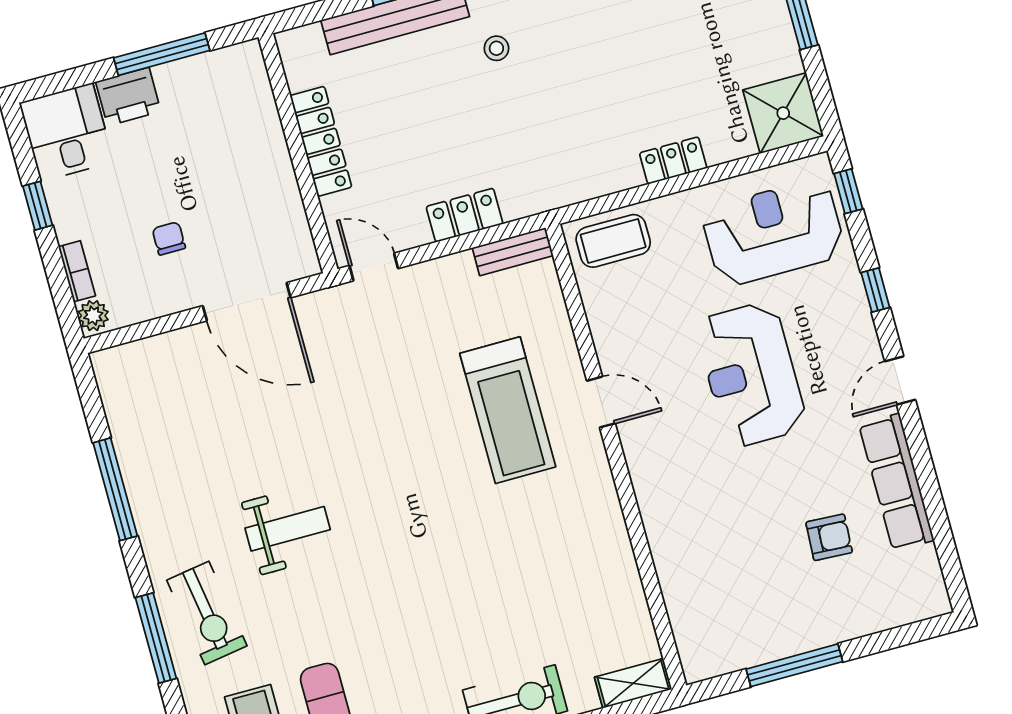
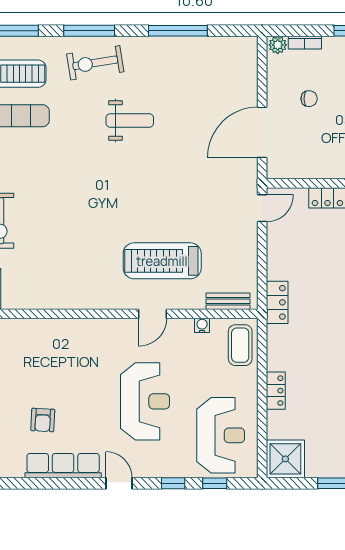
window: (848, 191) -> (215, 483), moved
locker: (465, 215) -> (277, 302), moved
bench: (513, 252) -> (228, 301), moved, turned 90
water cooler: (598, 314) -> (202, 325), added
reception desk: (751, 374) -> (145, 401), turned 90
weight bench: (288, 529) -> (130, 121), turned -90

